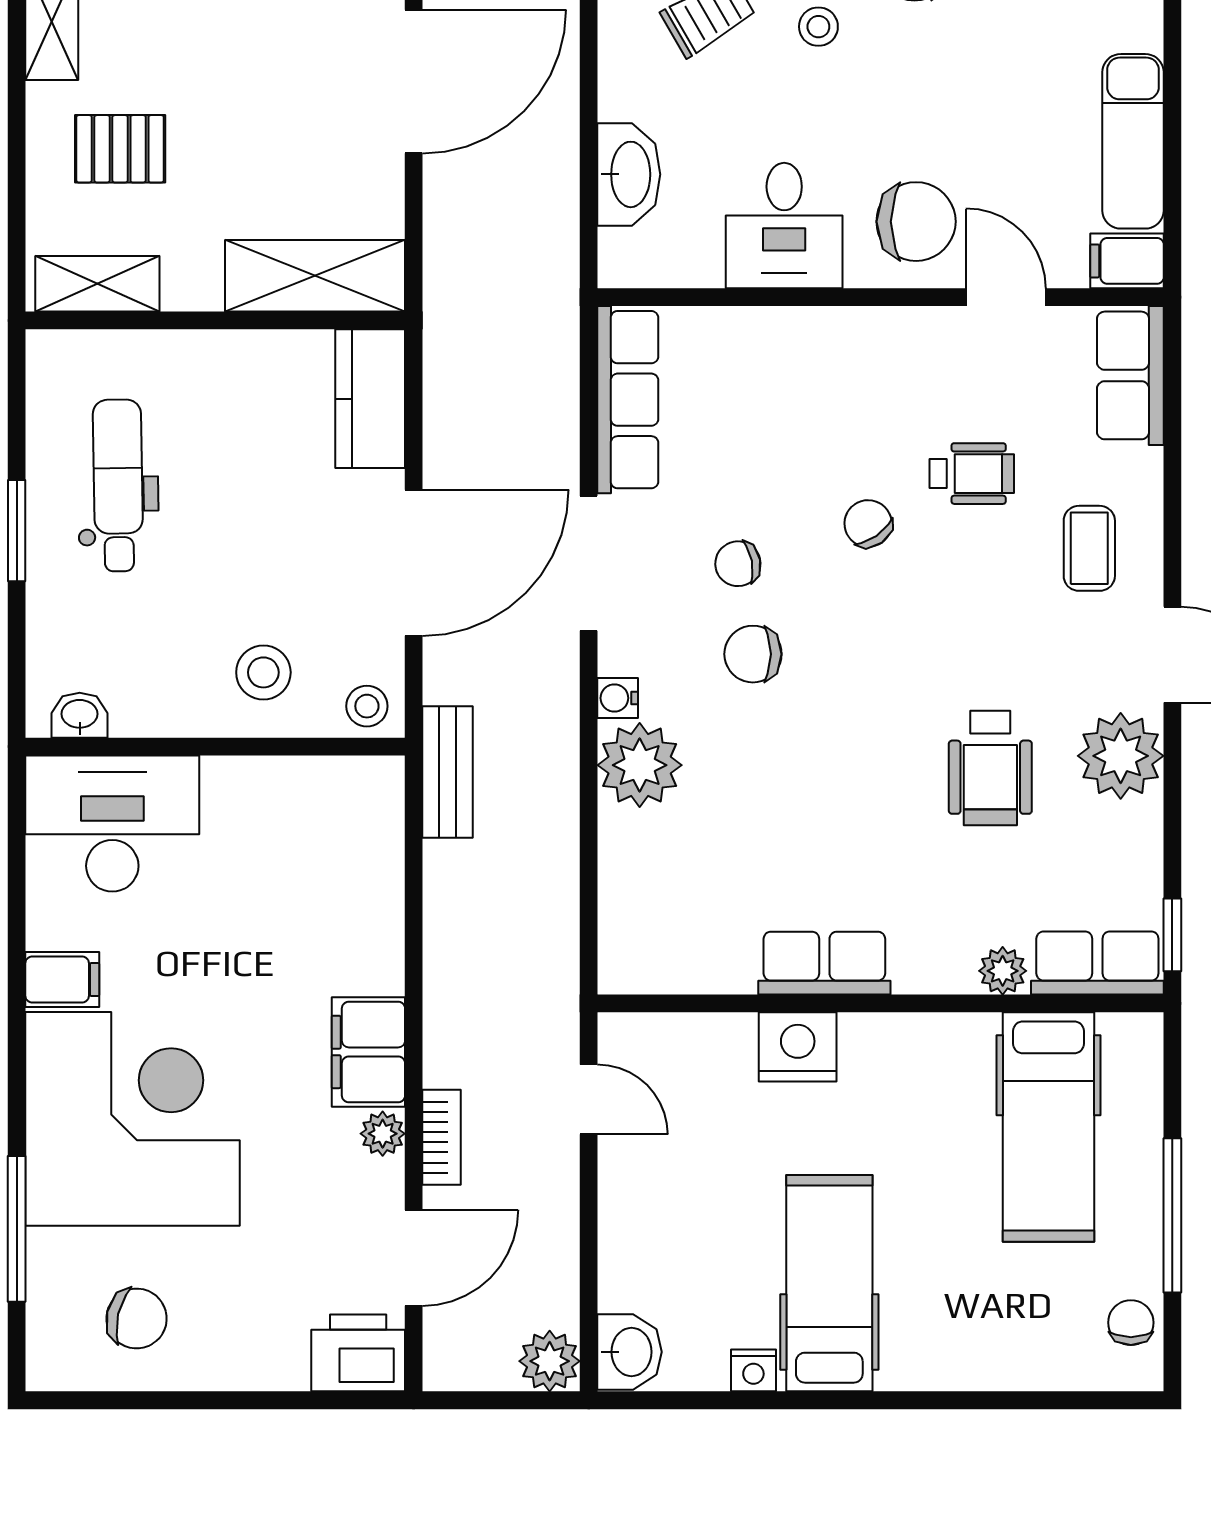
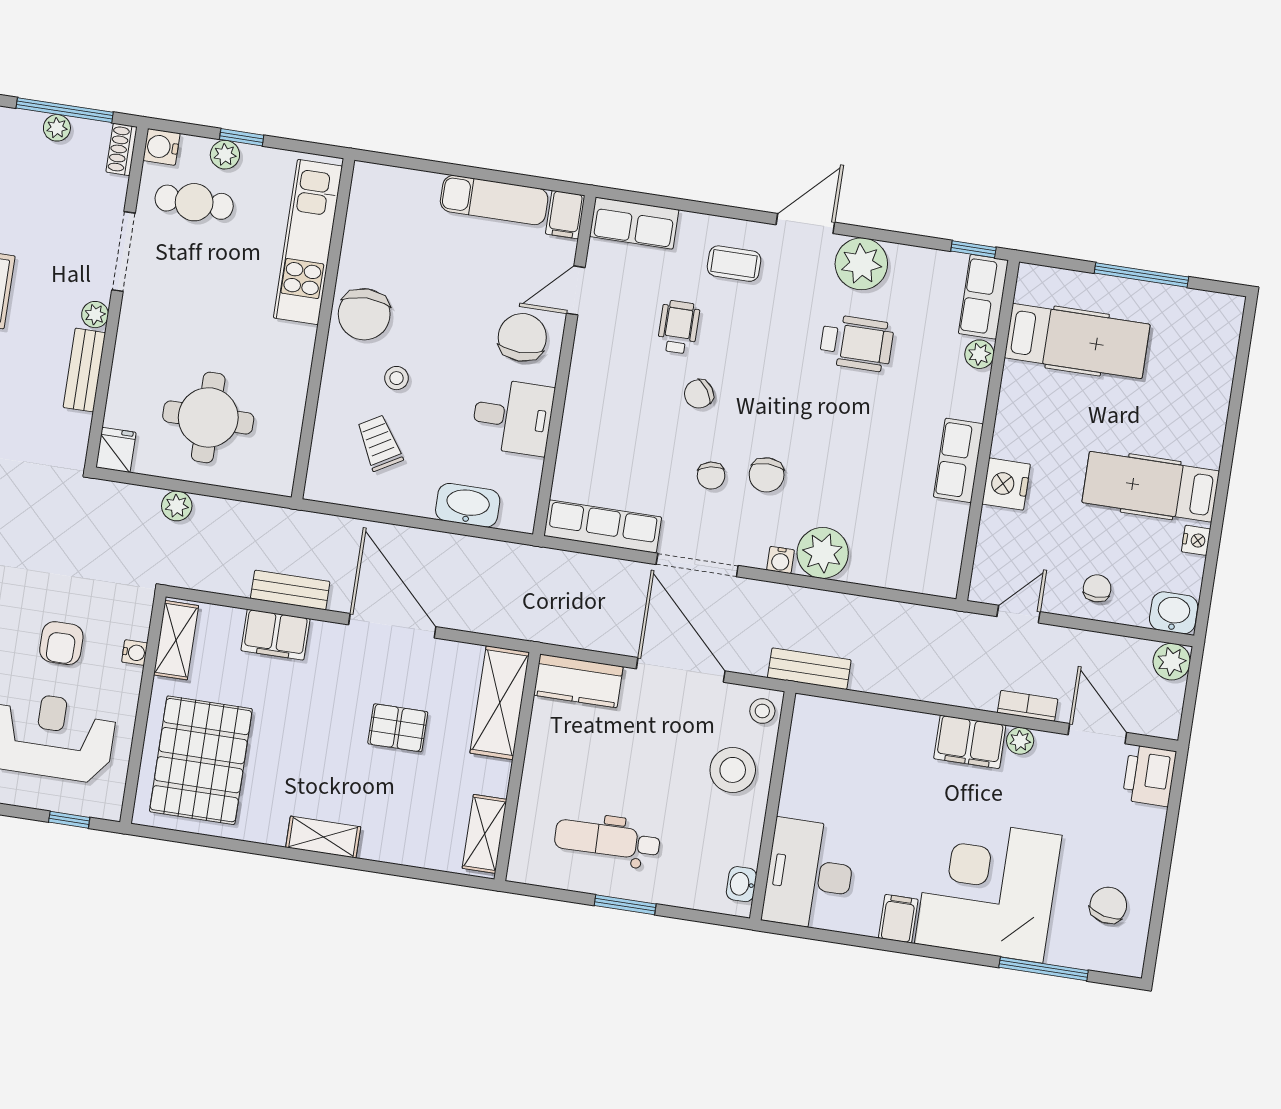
pallet: (120, 149) -> (398, 728), moved, turned 90
stool: (263, 672) -> (733, 770), width x1.38, depth x1.38
chair: (1131, 1323) -> (1097, 588), moved, turned 90

